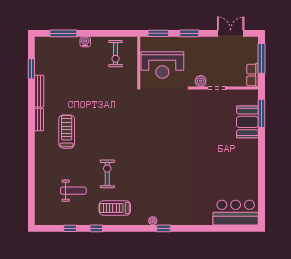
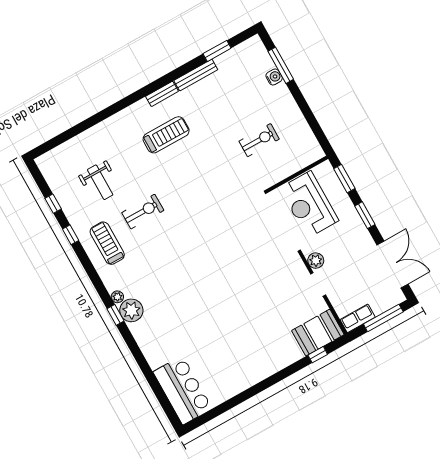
double door: (231, 33) -> (393, 264), width x1.37
water cooler: (85, 42) -> (274, 77), moved
exercise bike: (116, 54) -> (259, 140), moved, turned 180
window: (261, 113) -> (318, 355), width x0.46
booth: (247, 122) -> (318, 333), moved
plant: (166, 217) -> (131, 310), added

